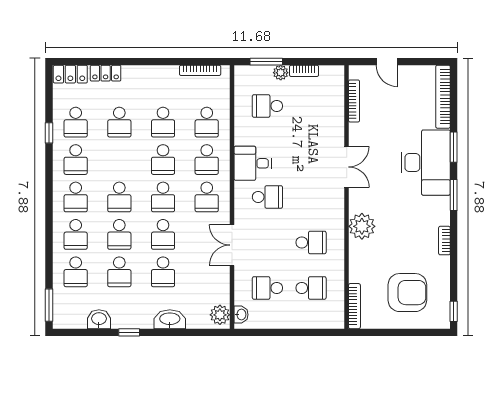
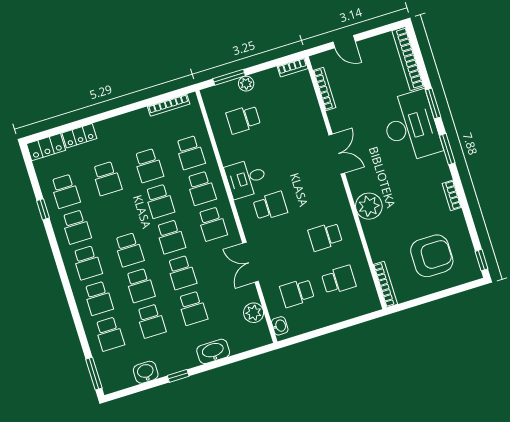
bookcase: (304, 71) -> (293, 67), moved
school desk: (311, 242) -> (325, 237), turned 180
plant: (220, 315) -> (254, 313), moved

